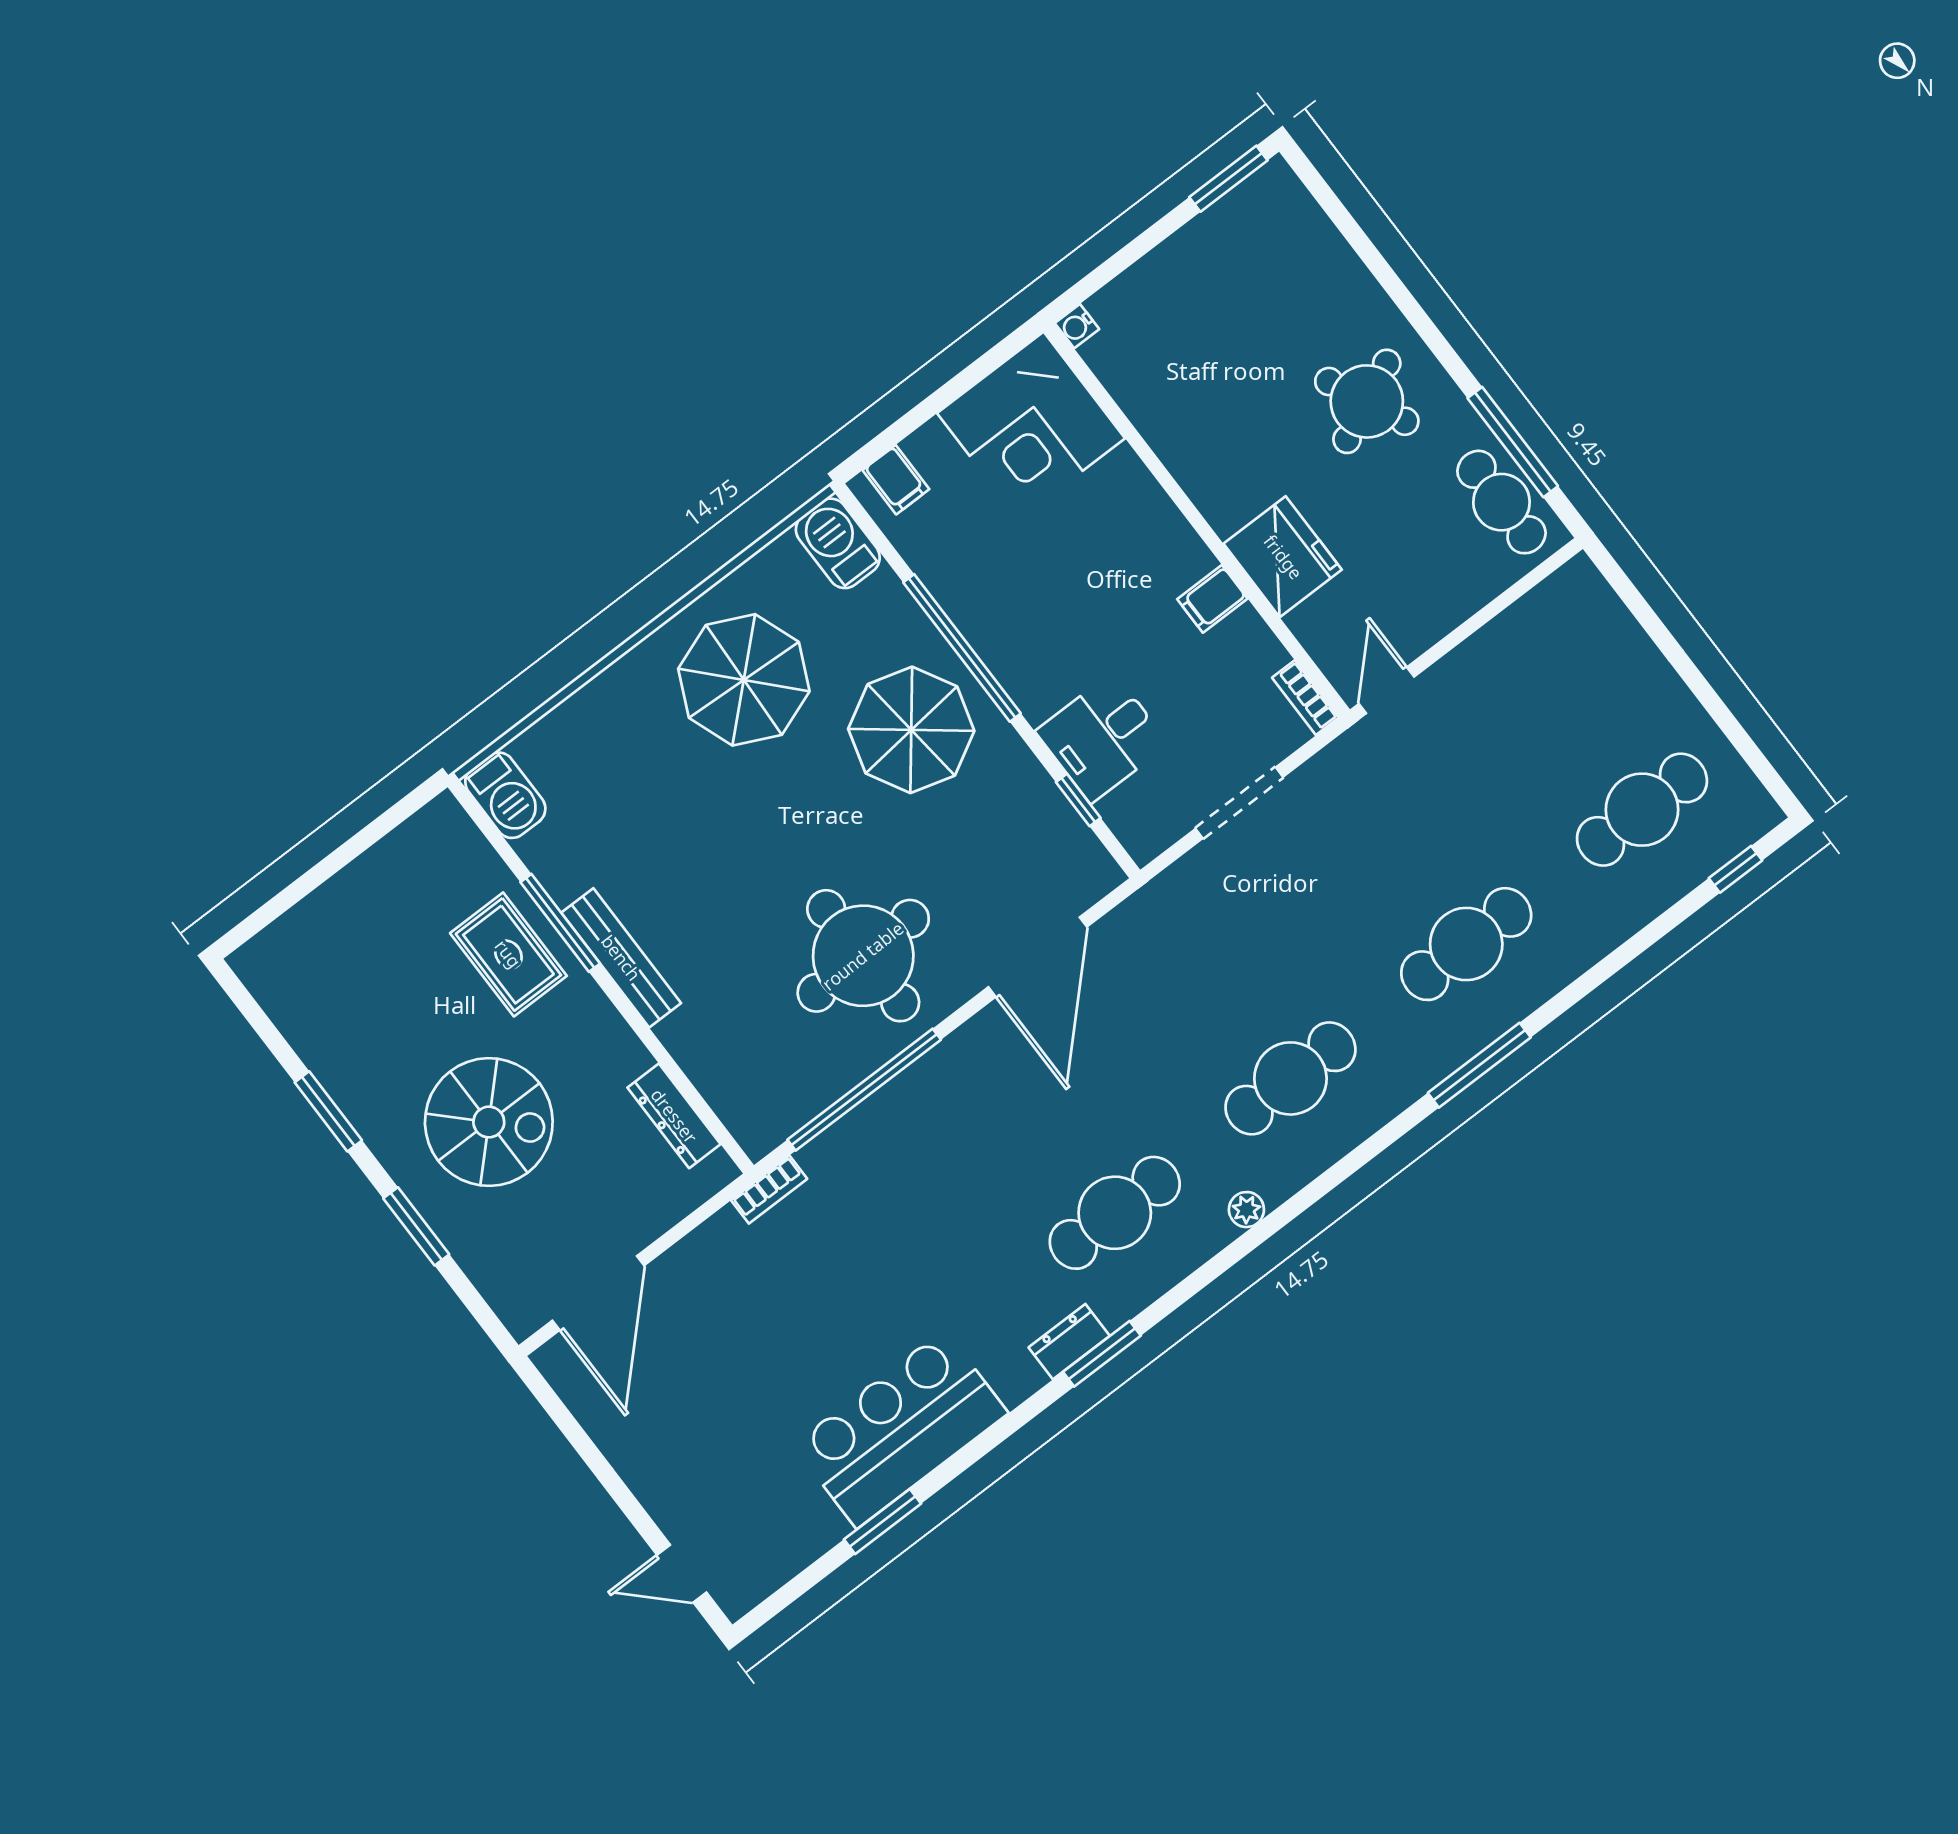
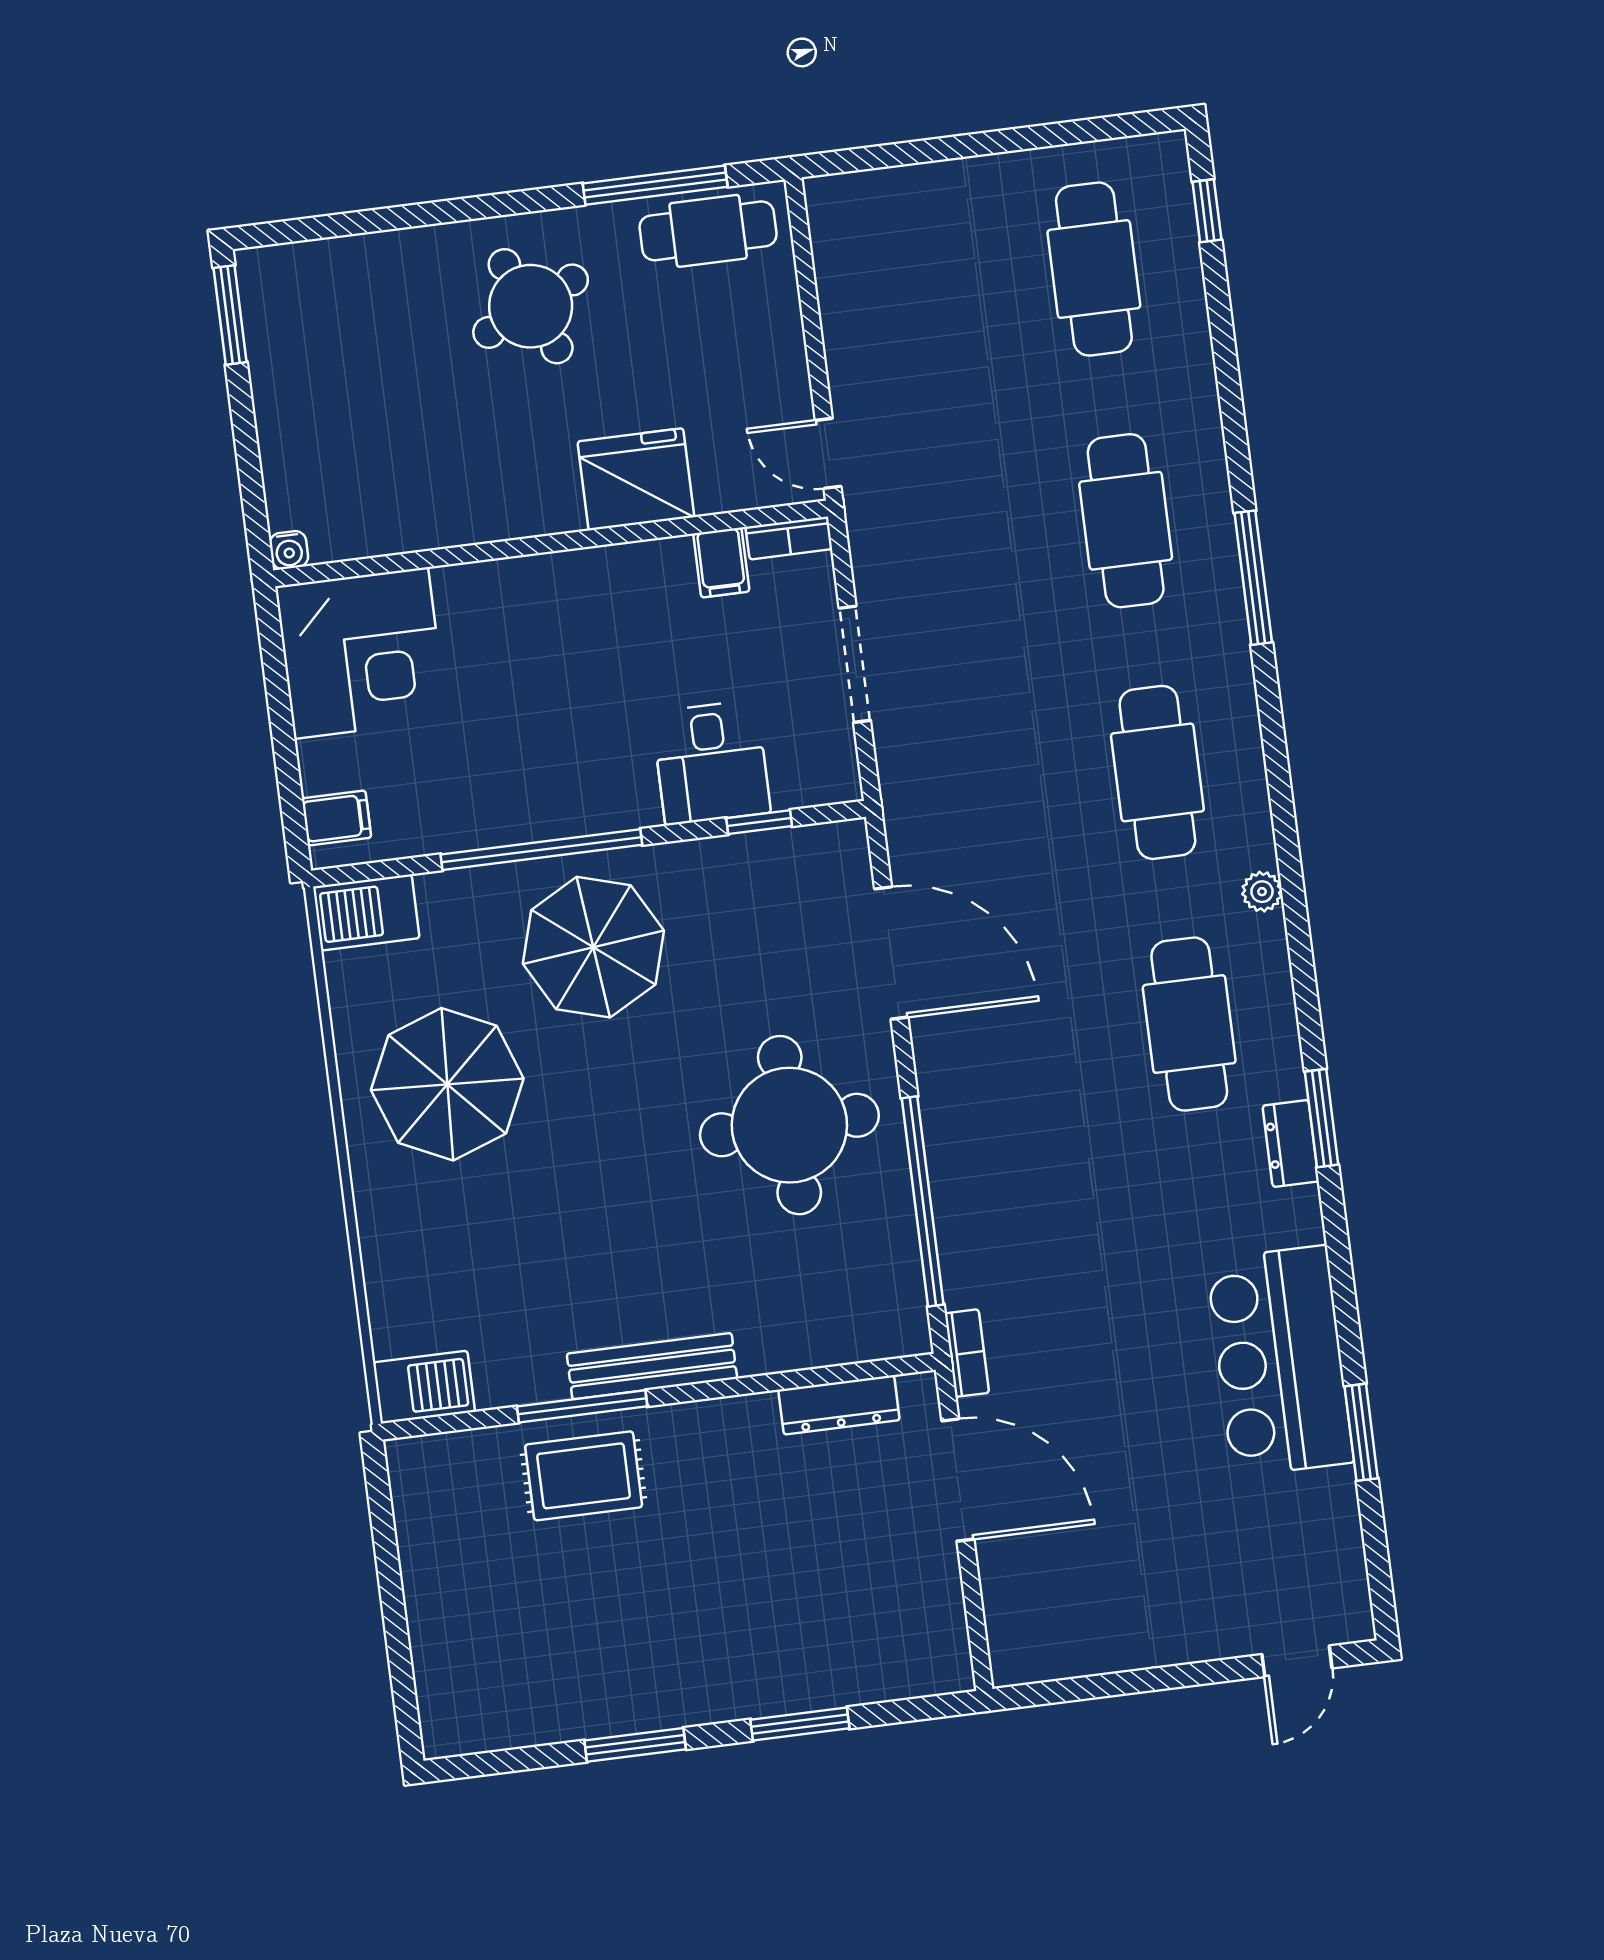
filing cabinet: (1212, 599) -> (721, 563), moved
spiral stairs: (489, 1122) -> (738, 1592), removed
door: (598, 1293) -> (958, 1480), moved

